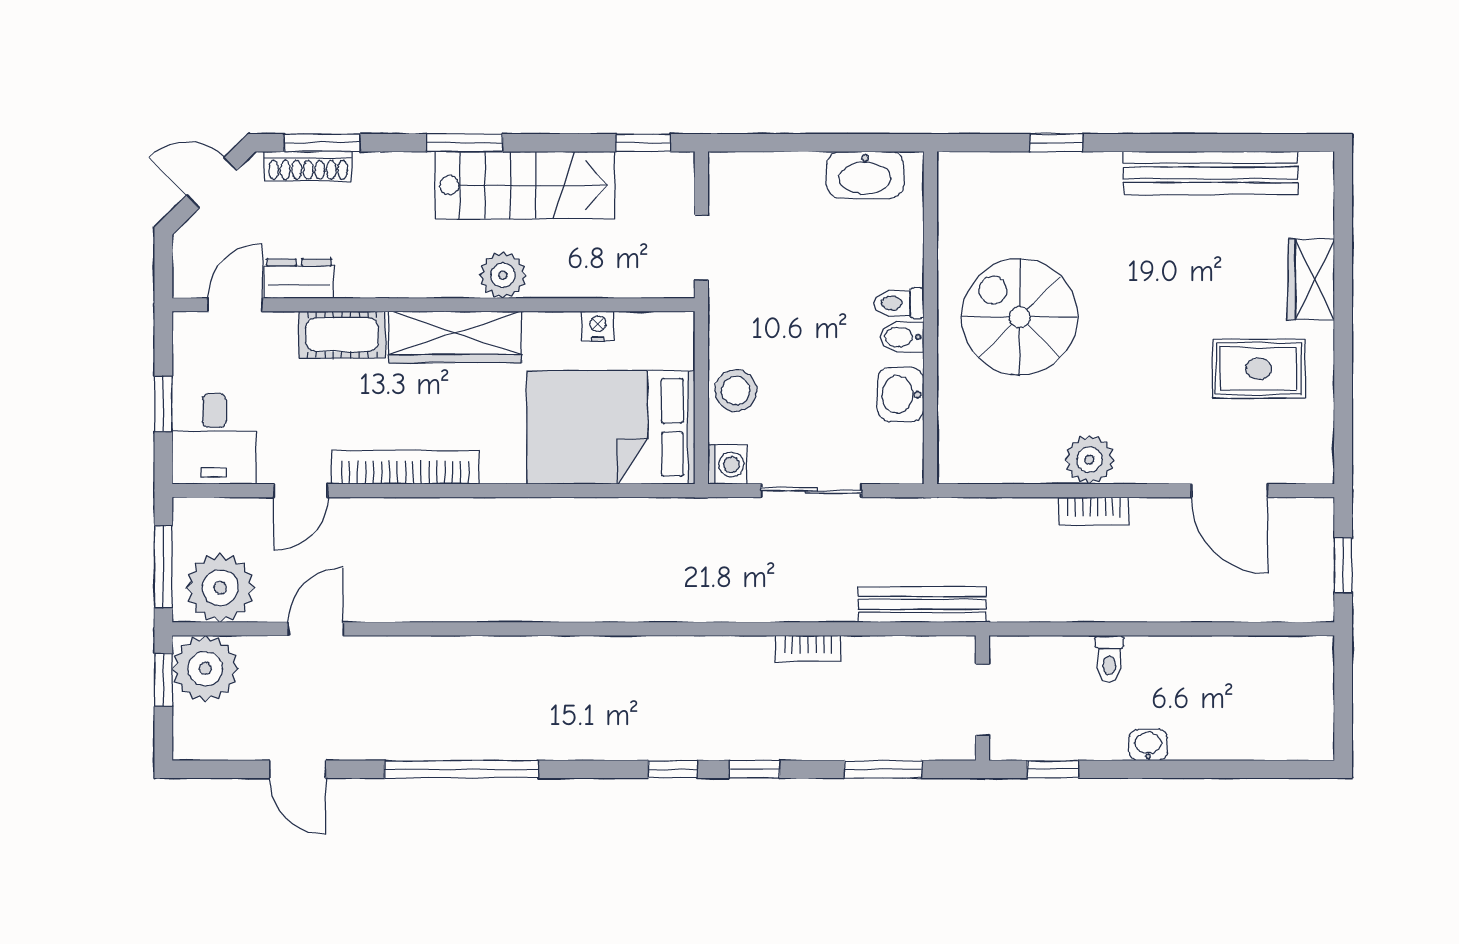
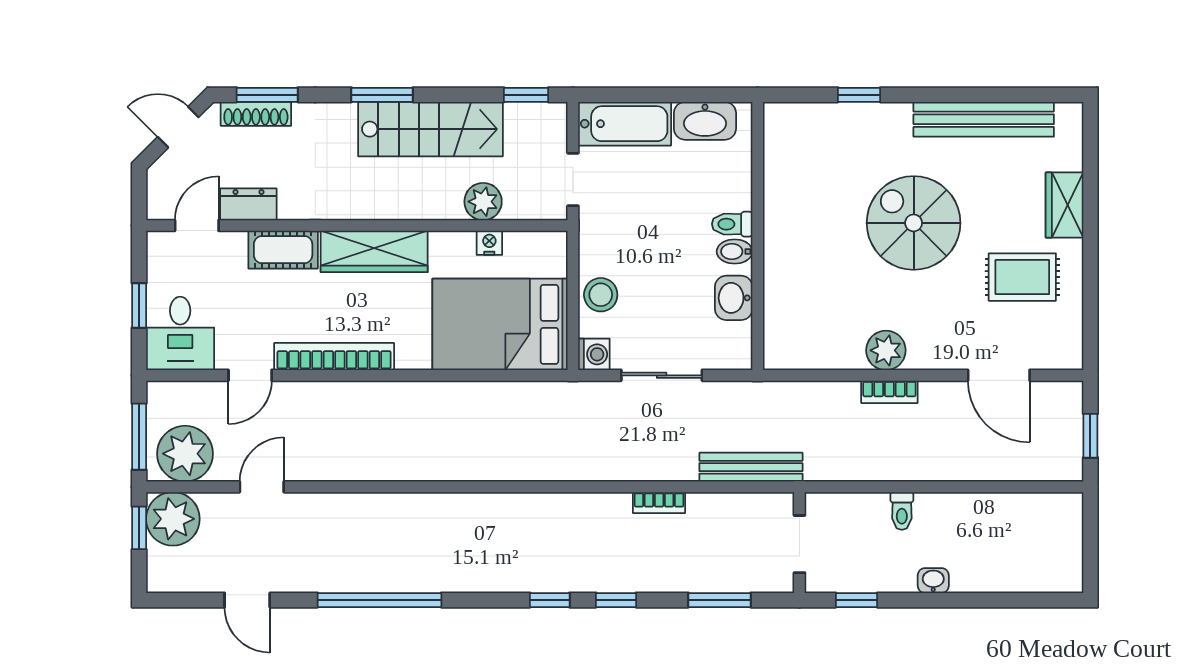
bathtub: (765, 179) -> (625, 124), added
plant: (503, 275) -> (483, 202), moved
spiral stairs: (1020, 317) -> (914, 223), moved

